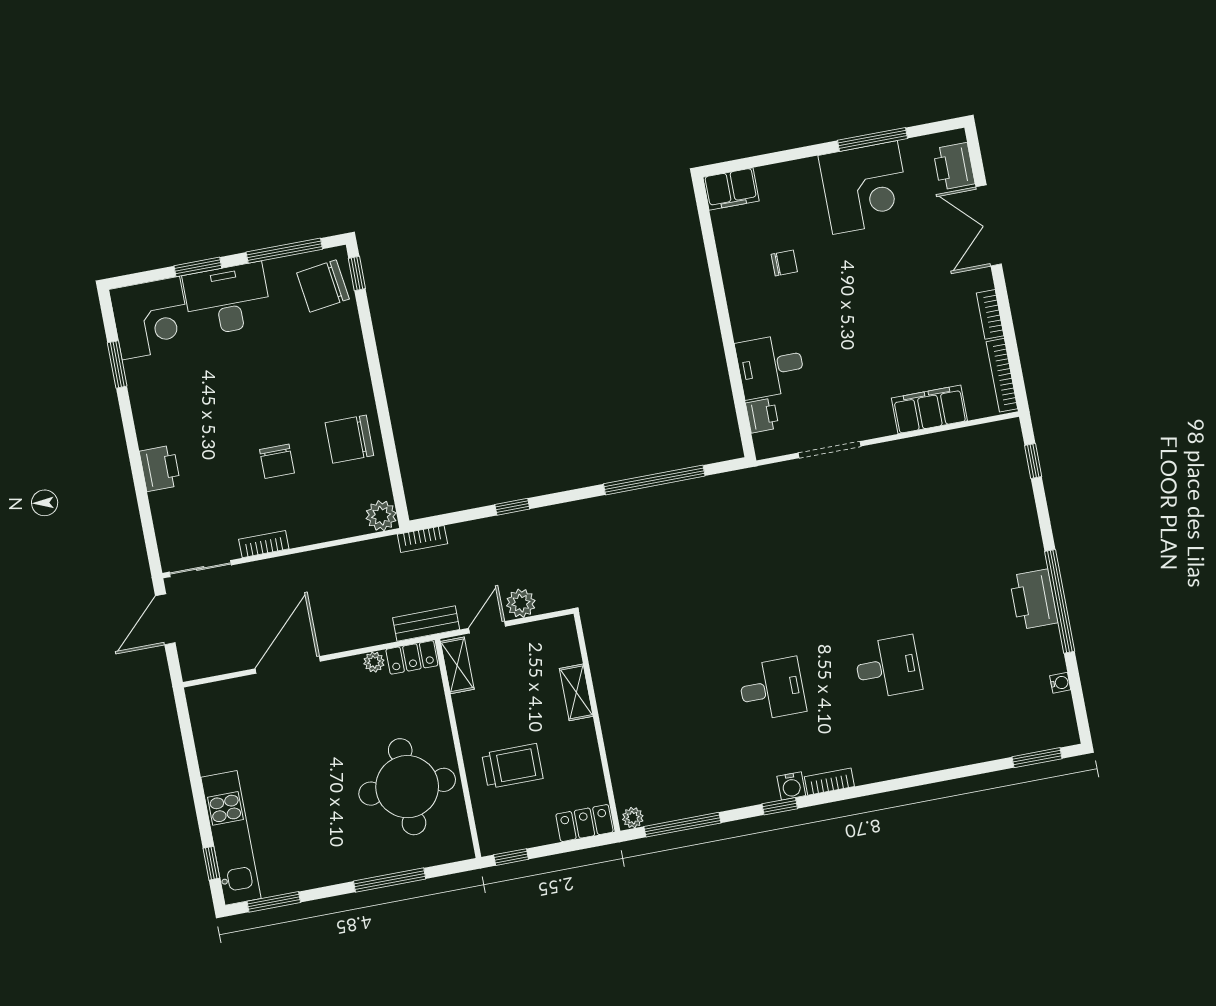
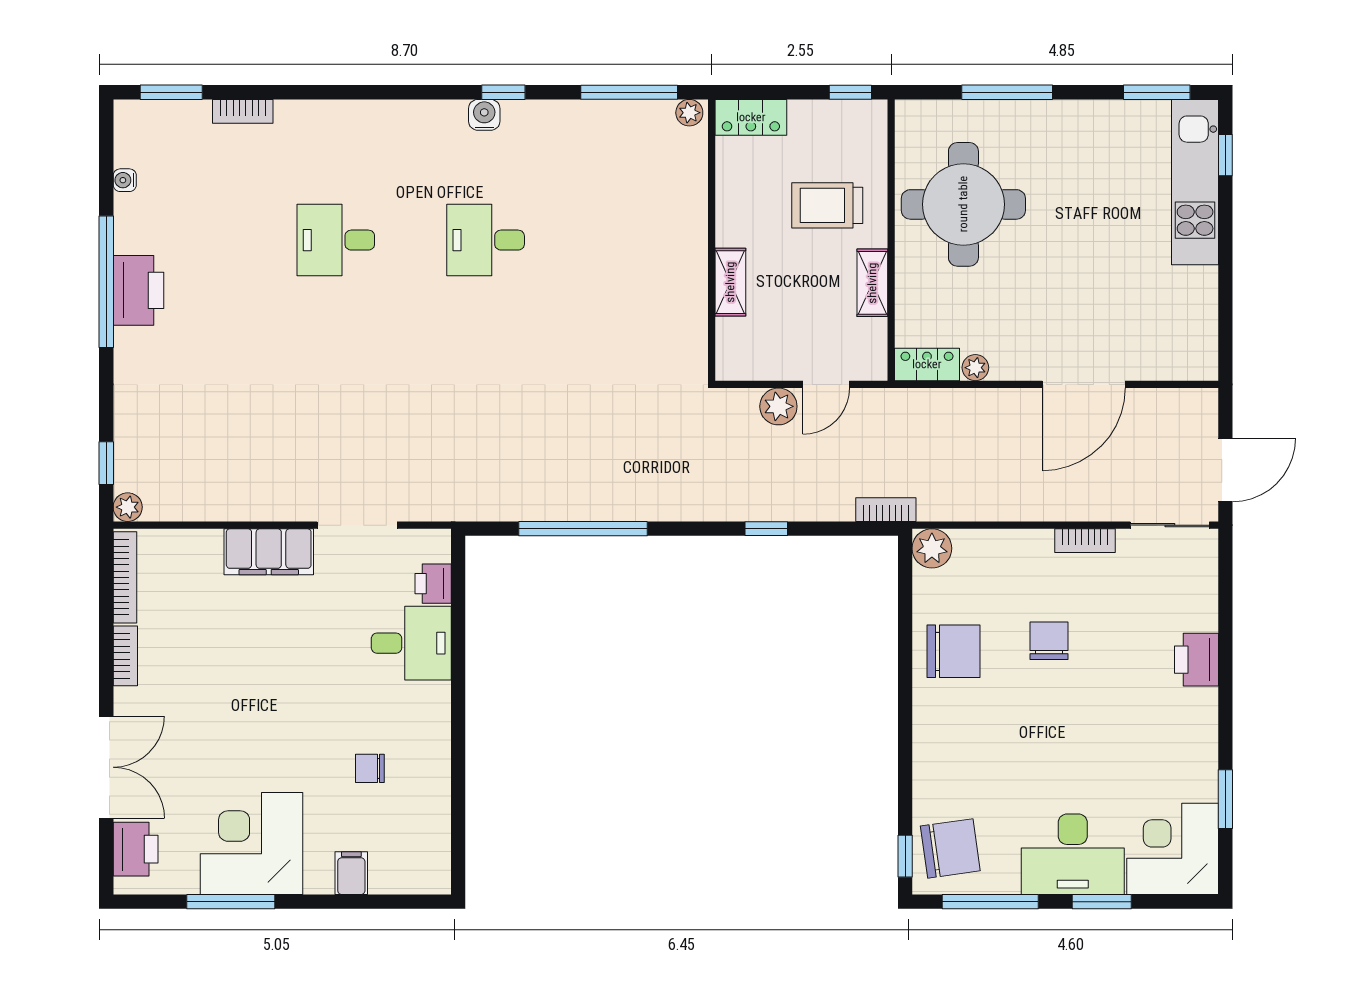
filing cabinet: (731, 189) -> (351, 873), moved, width x0.50
filing cabinet: (929, 409) -> (269, 552), moved
plant: (1010, 430) -> (128, 507), added
bench: (426, 624) -> (901, 403), removed
shelving: (457, 665) -> (872, 283), moved
bookcase: (829, 782) -> (243, 111), moved

